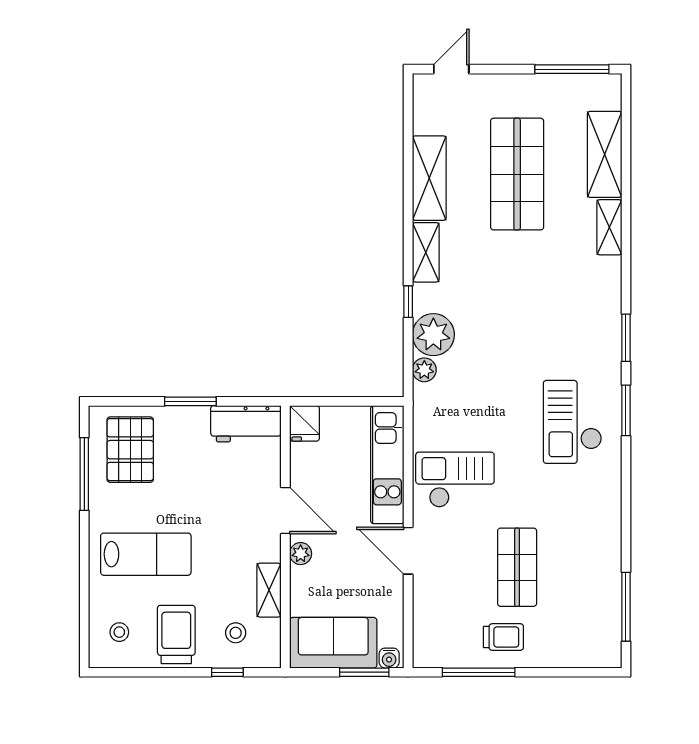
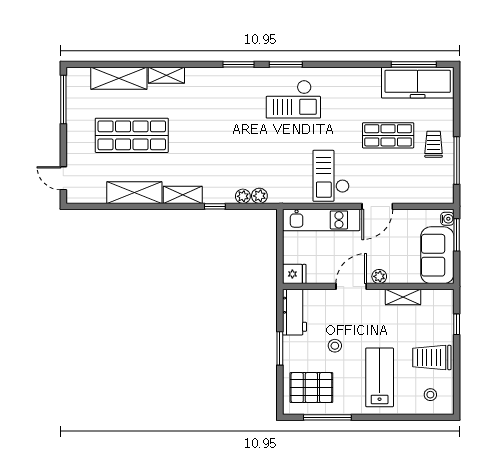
plant: (433, 335) -> (243, 196), width x0.53, depth x0.53
freezer: (598, 613) -> (418, 83), added
stool: (236, 633) -> (335, 346), moved

